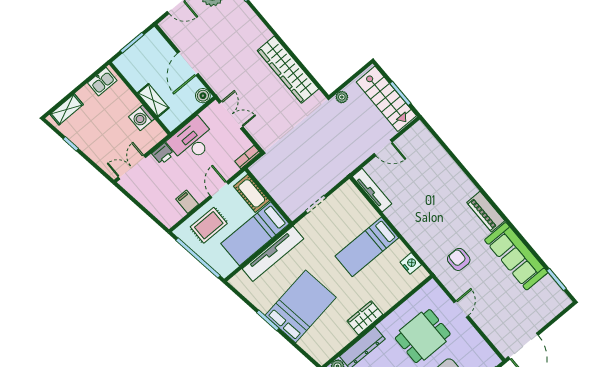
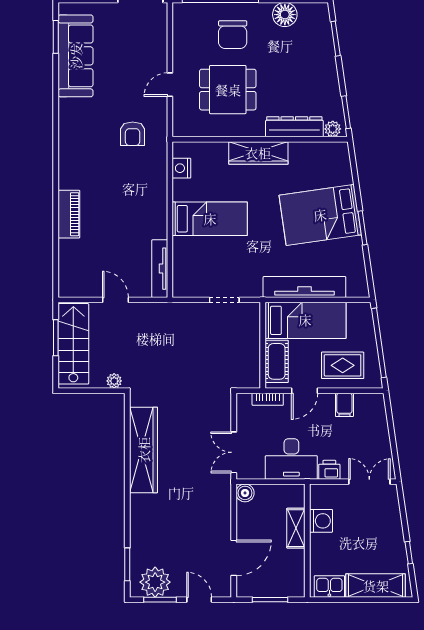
door: (188, 63) -> (234, 558), moved
shelving: (67, 109) -> (376, 586), width x1.50, depth x1.33
bookcase: (247, 157) -> (268, 399), moved
double door: (132, 167) -> (369, 482), swing flipped
piano: (486, 212) -> (69, 214), moved
sofa: (516, 256) -> (76, 56), moved
wardrobe: (365, 318) -> (258, 153), width x1.50

